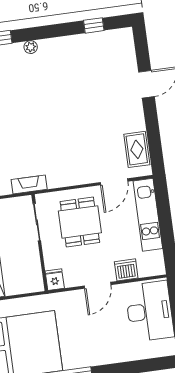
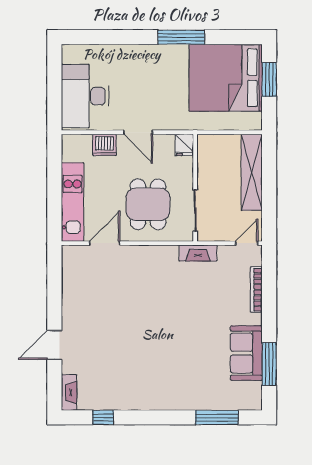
fireplace: (128, 44) -> (69, 393), added
plant: (31, 47) -> (176, 403), removed
rug: (137, 149) -> (75, 275), removed
door: (98, 285) -> (138, 132), swing flipped

